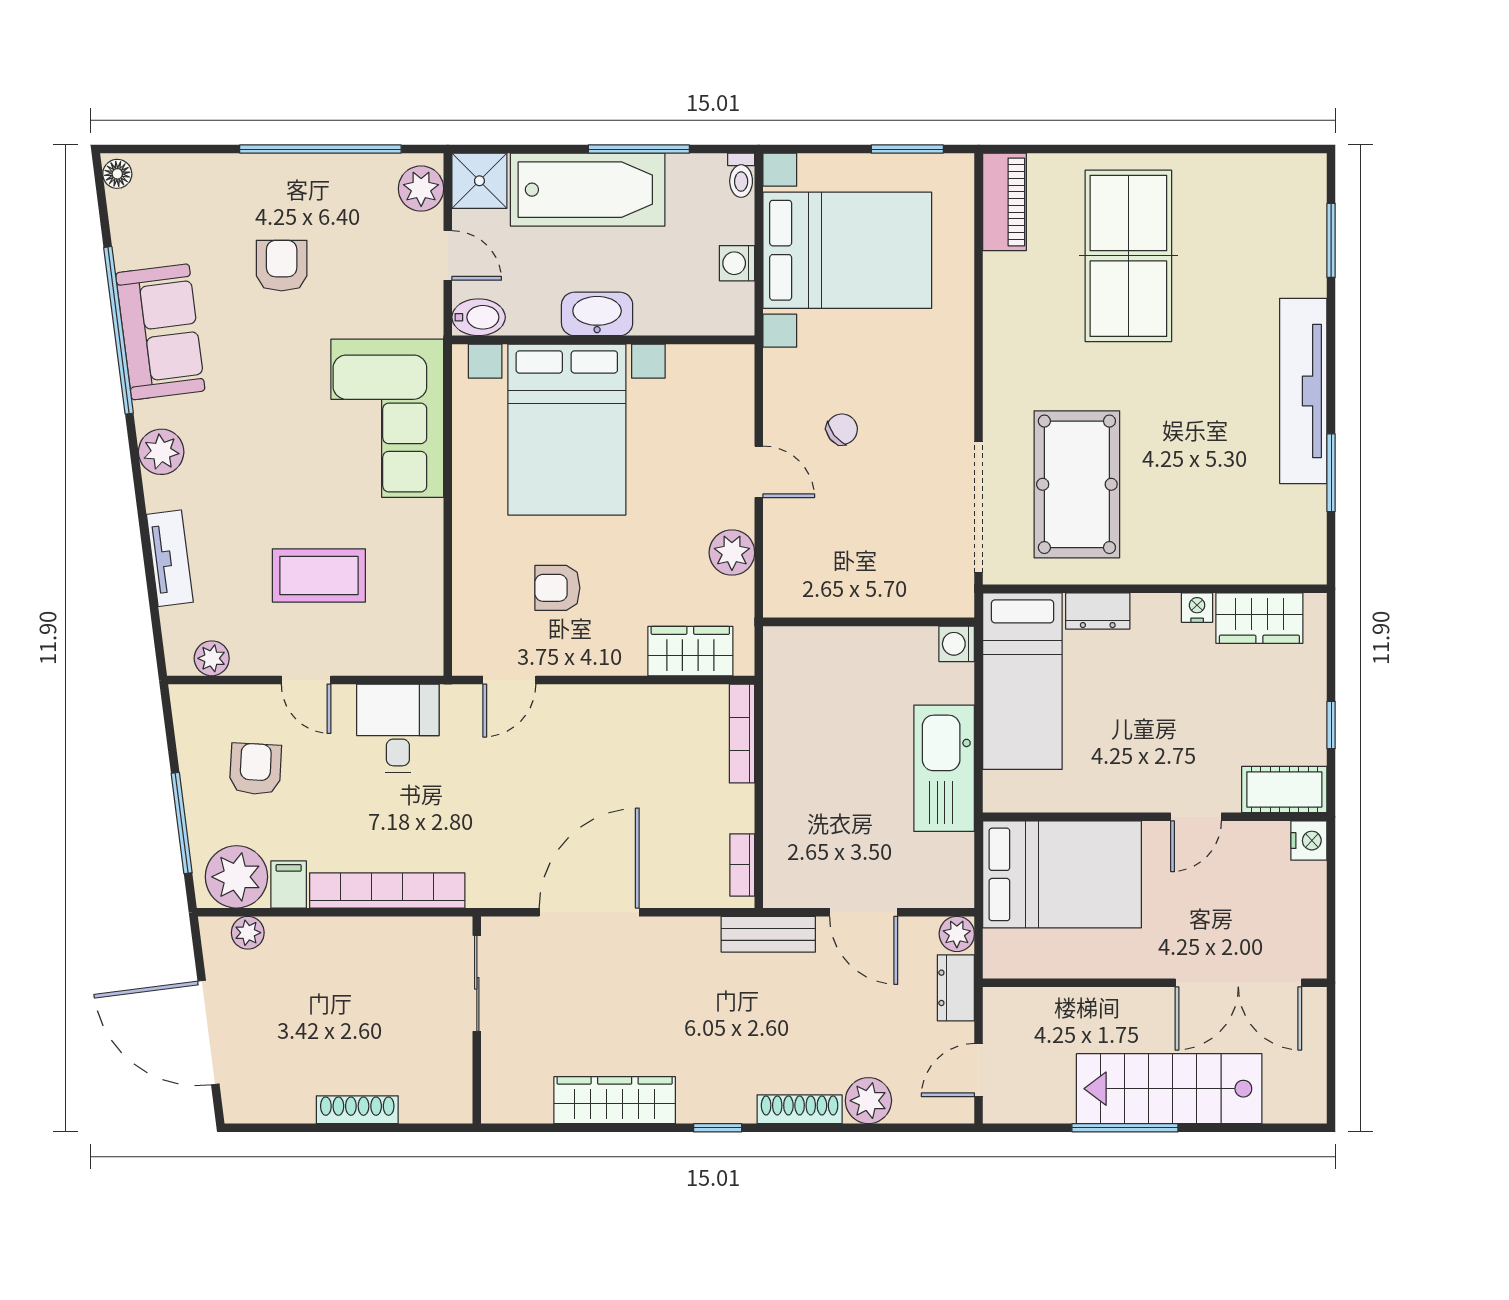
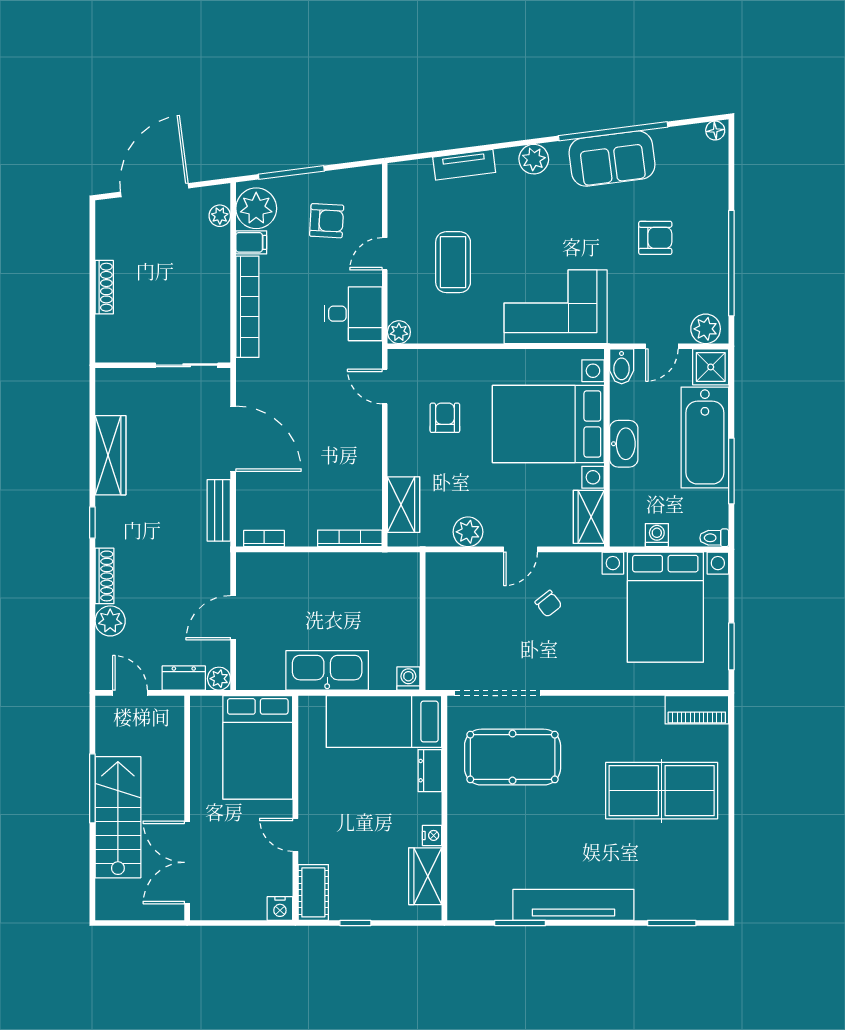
wardrobe: (709, 368) -> (589, 517), added
plant: (212, 658) -> (399, 332), moved
bench: (768, 934) -> (219, 510), moved

